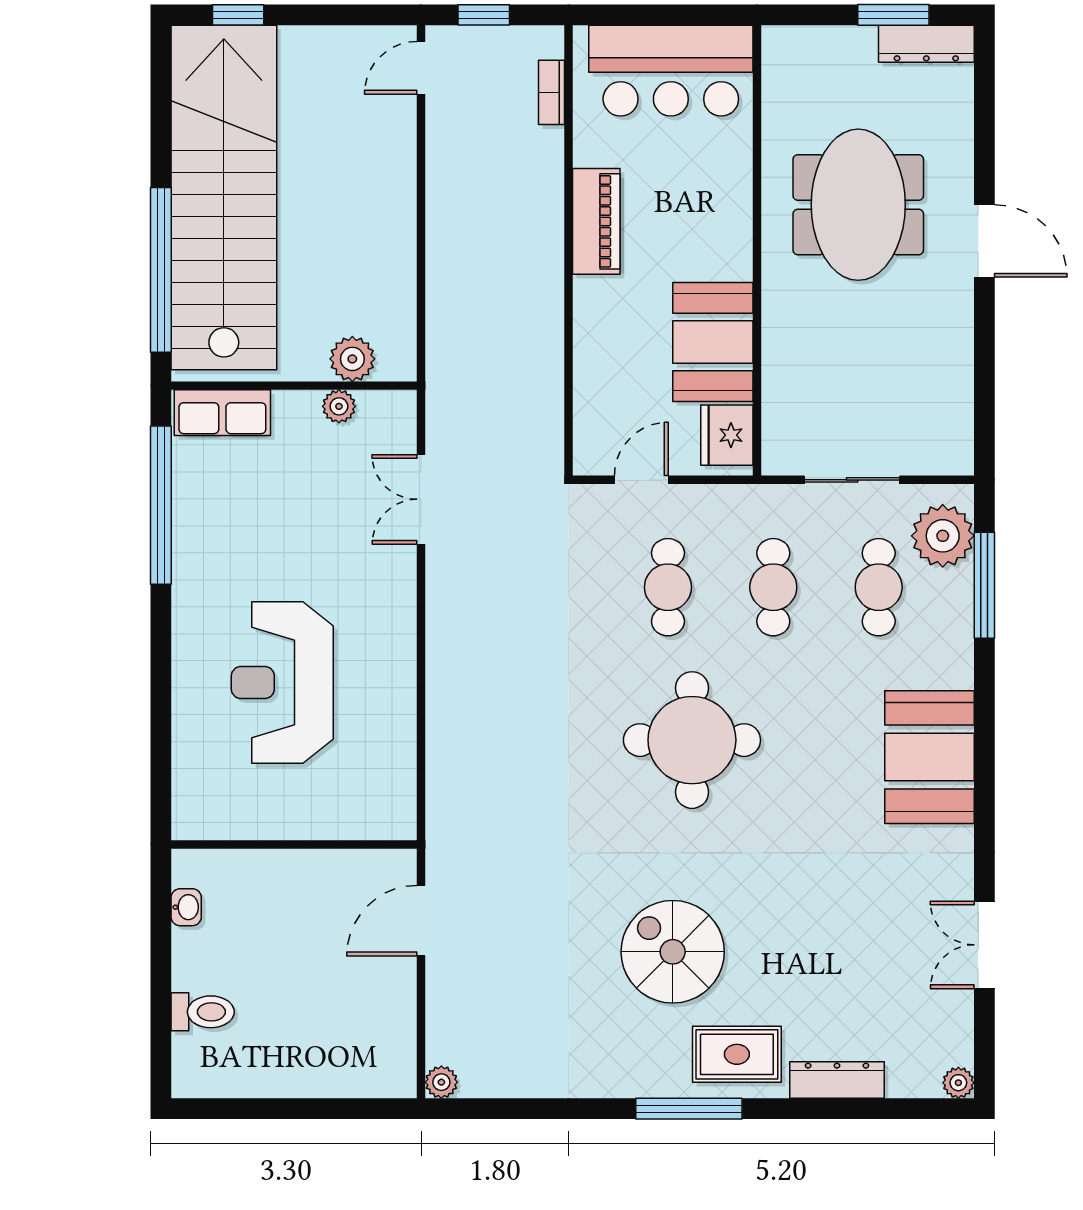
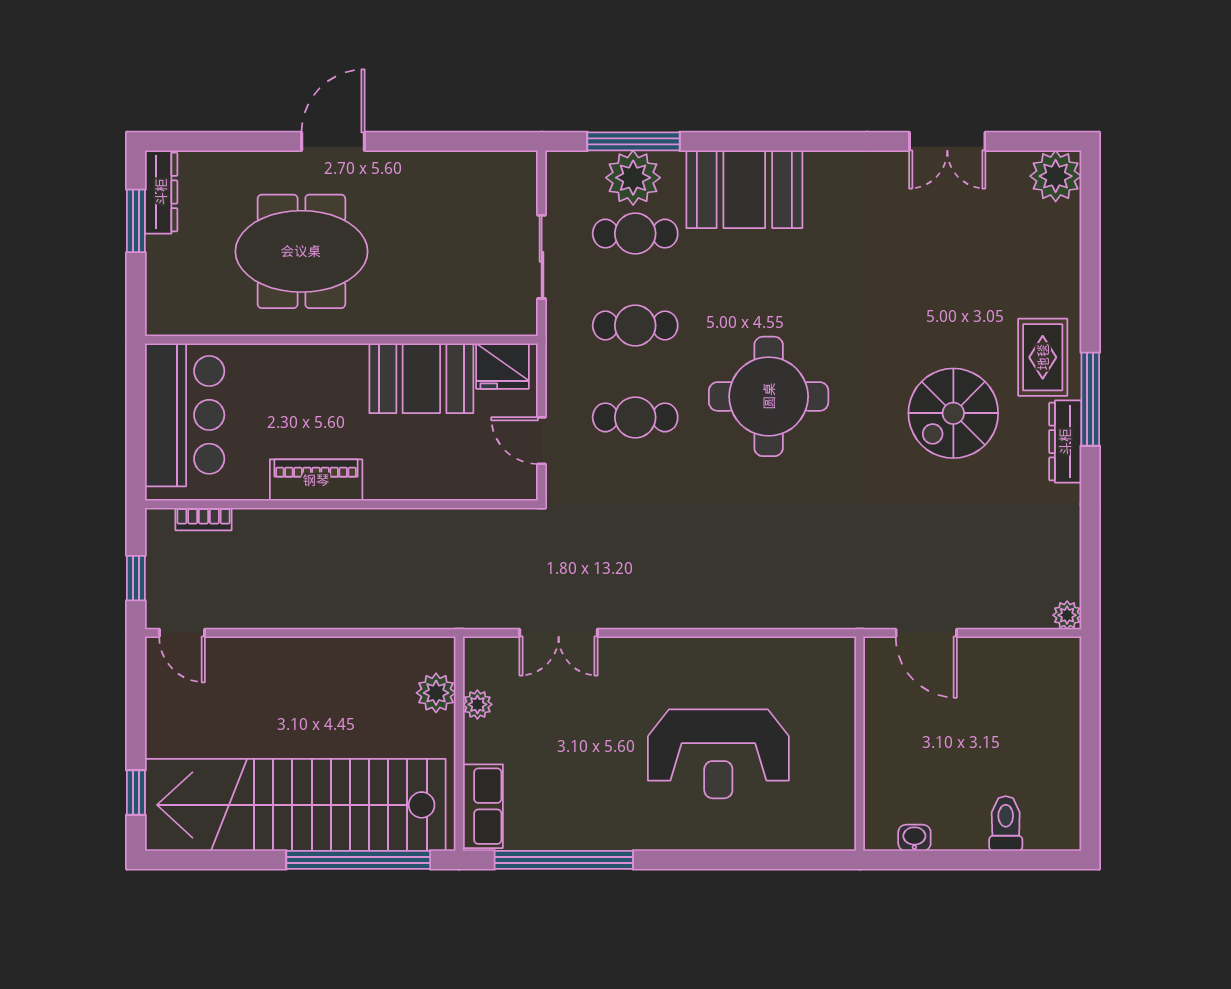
plant: (943, 536) -> (633, 178), moved
booth: (929, 757) -> (744, 189), moved
dresser: (837, 1080) -> (1065, 442), moved
plant: (958, 1083) -> (1056, 176), width x1.88, depth x1.88

